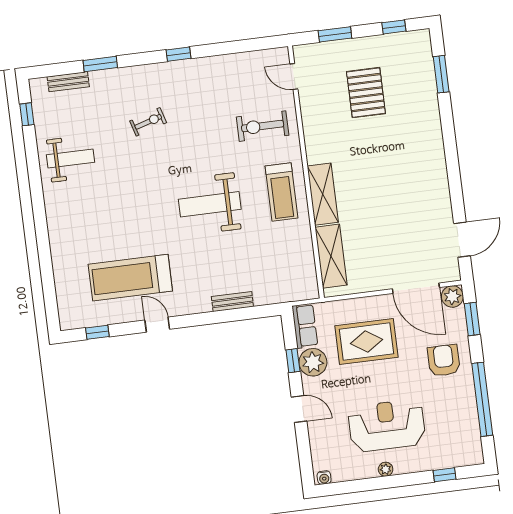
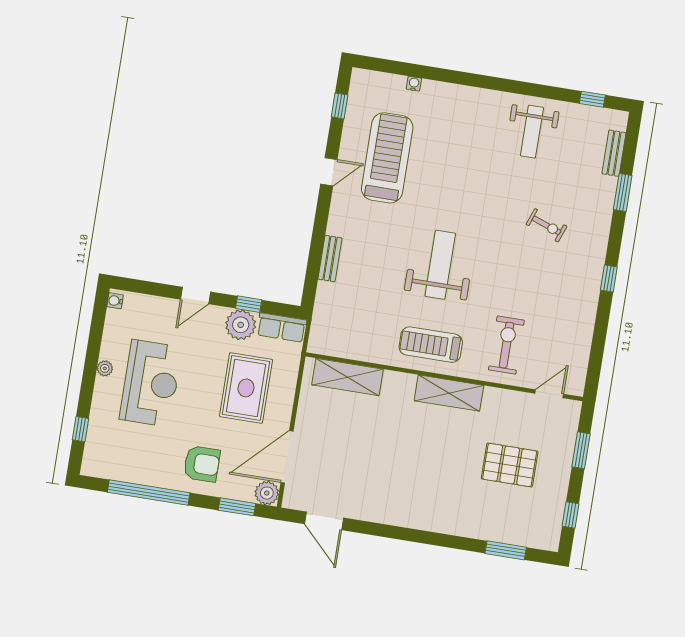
exercise bike: (148, 122) -> (547, 225), turned -53
shelving: (323, 194) -> (449, 393), moved
water cooler: (59, 273) -> (414, 84), added

